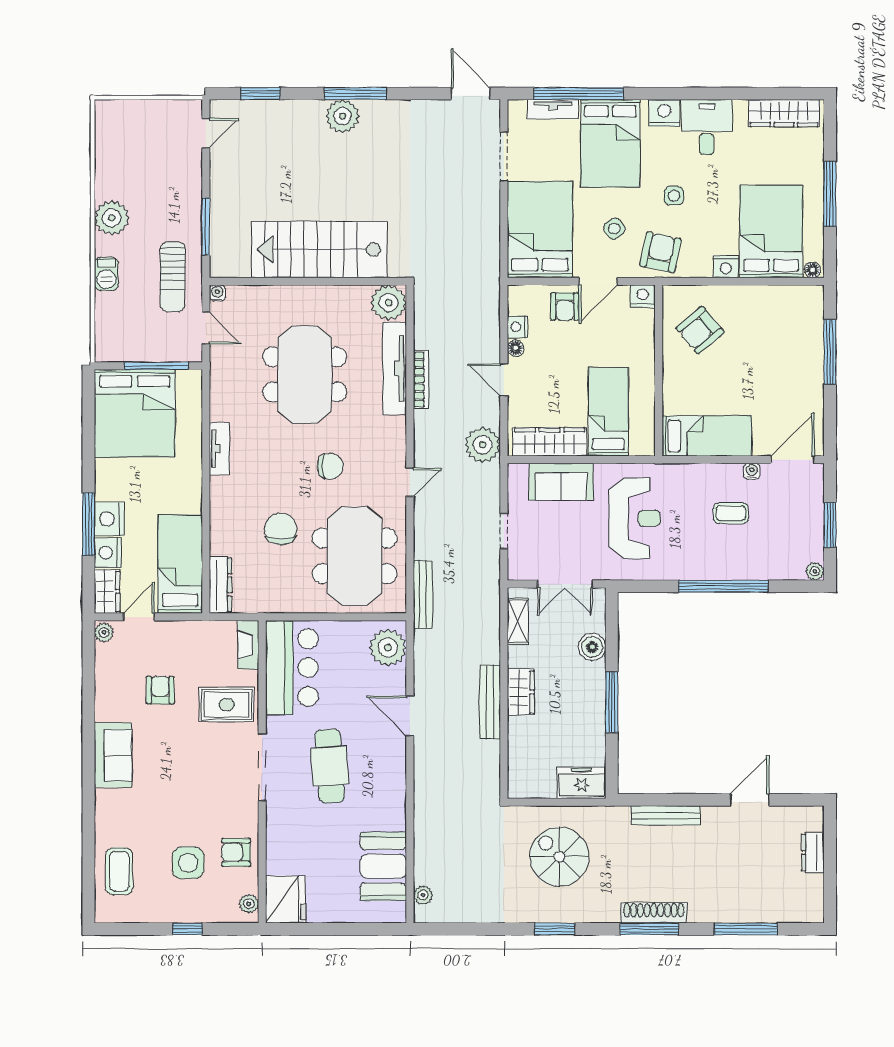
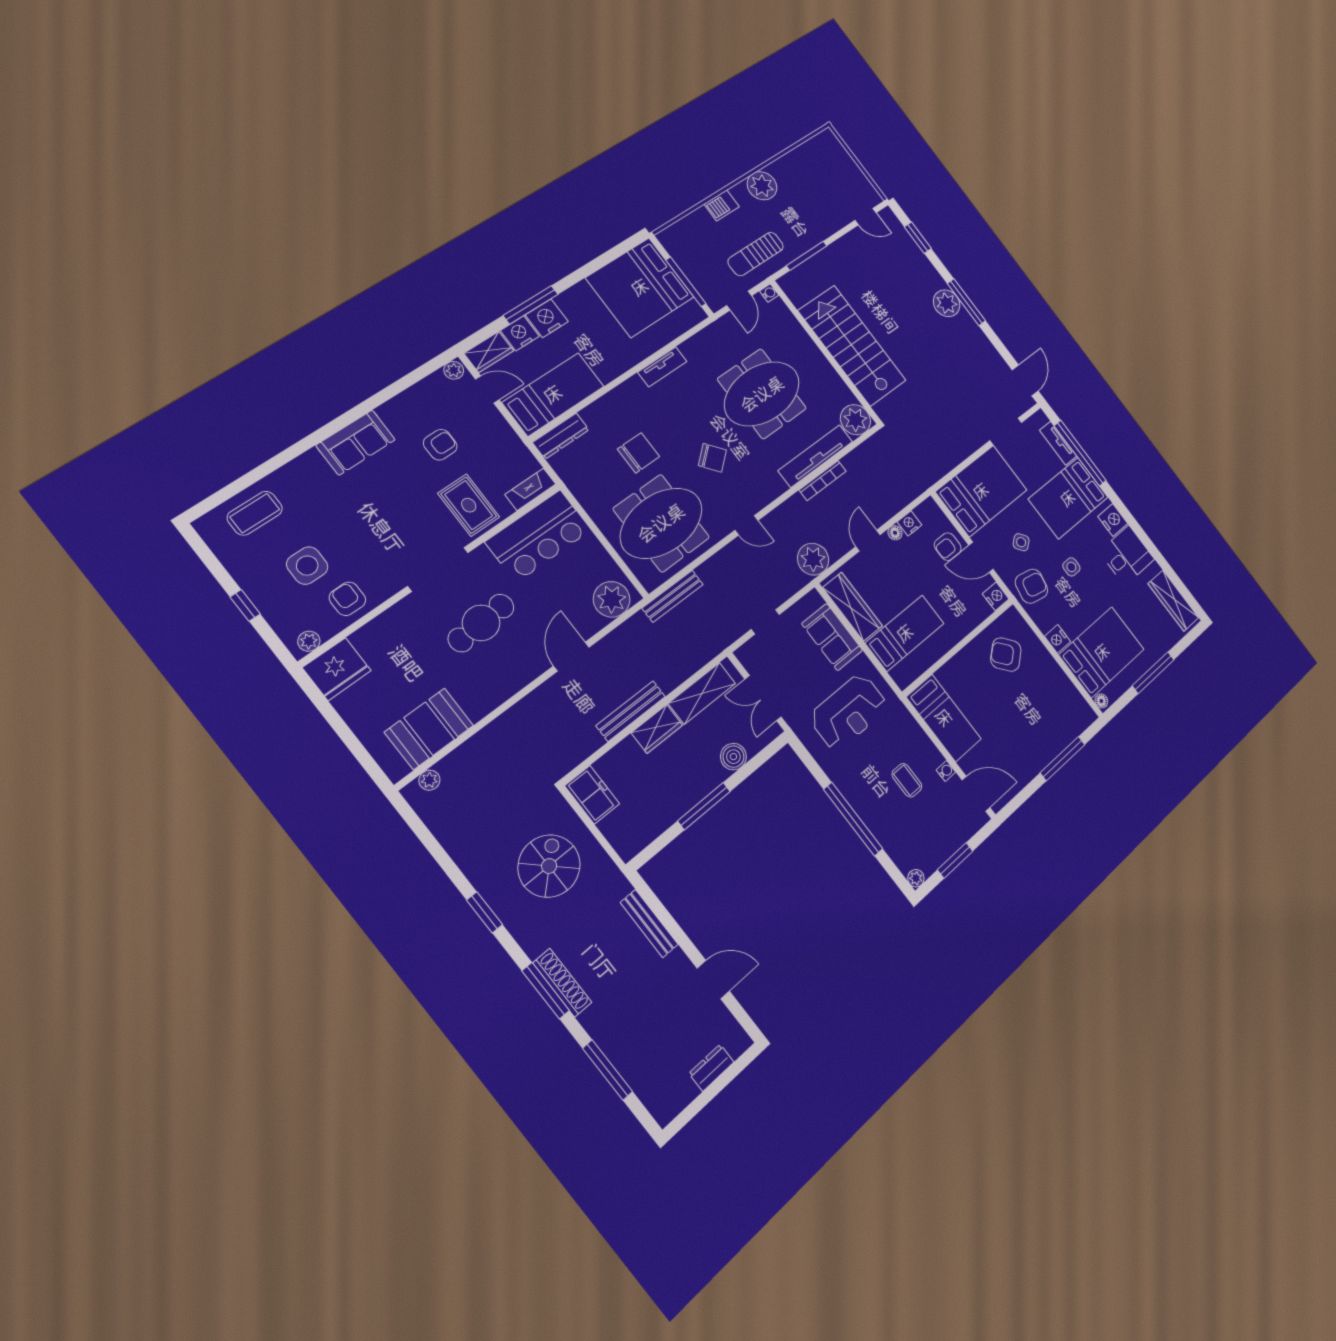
chair: (330, 466) -> (712, 458), turned -39
shelving: (518, 621) -> (702, 693), width x1.50, depth x1.33
freezer: (582, 783) -> (592, 795), moved

